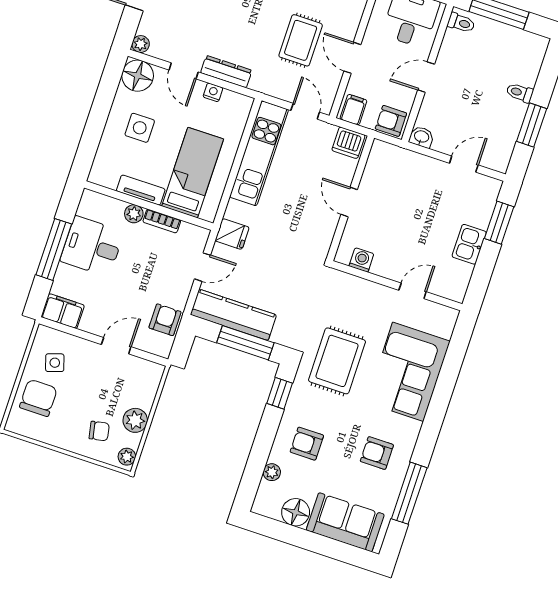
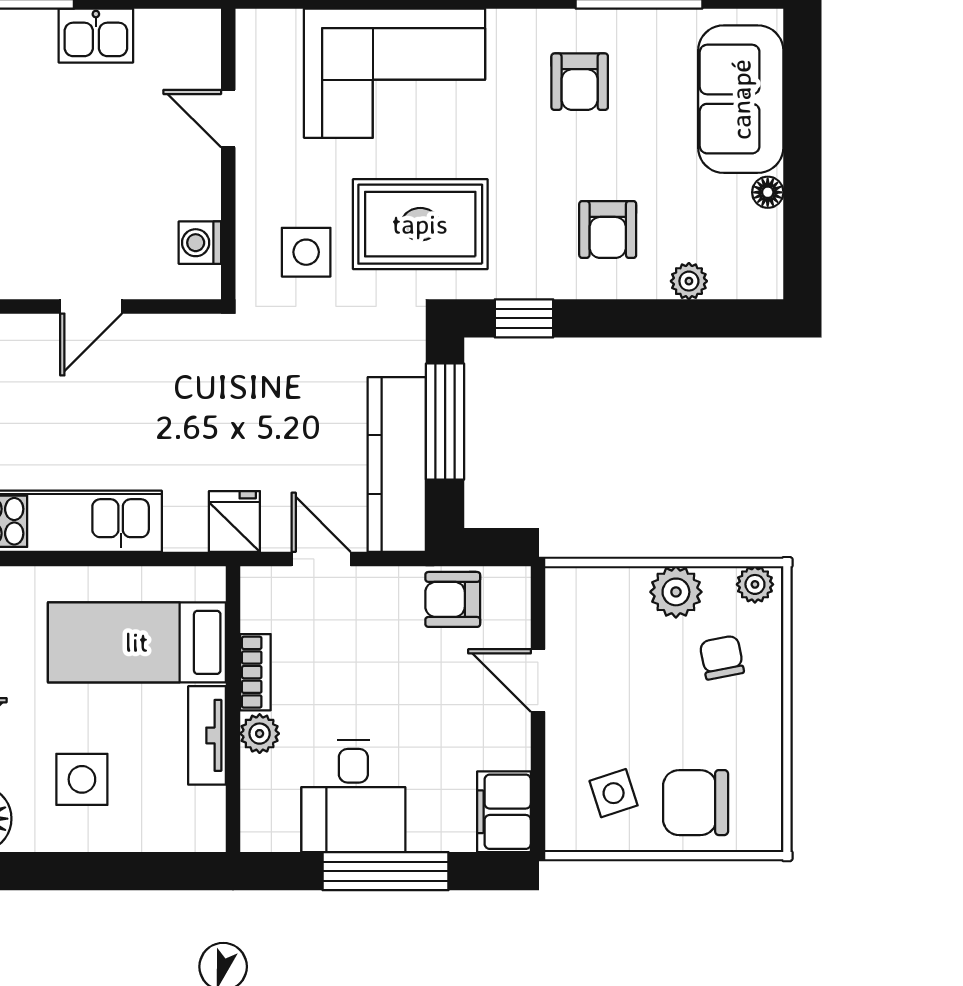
side table: (341, 306) -> (306, 252), added
floor lamp: (296, 512) -> (768, 192), width x0.53, depth x0.53

